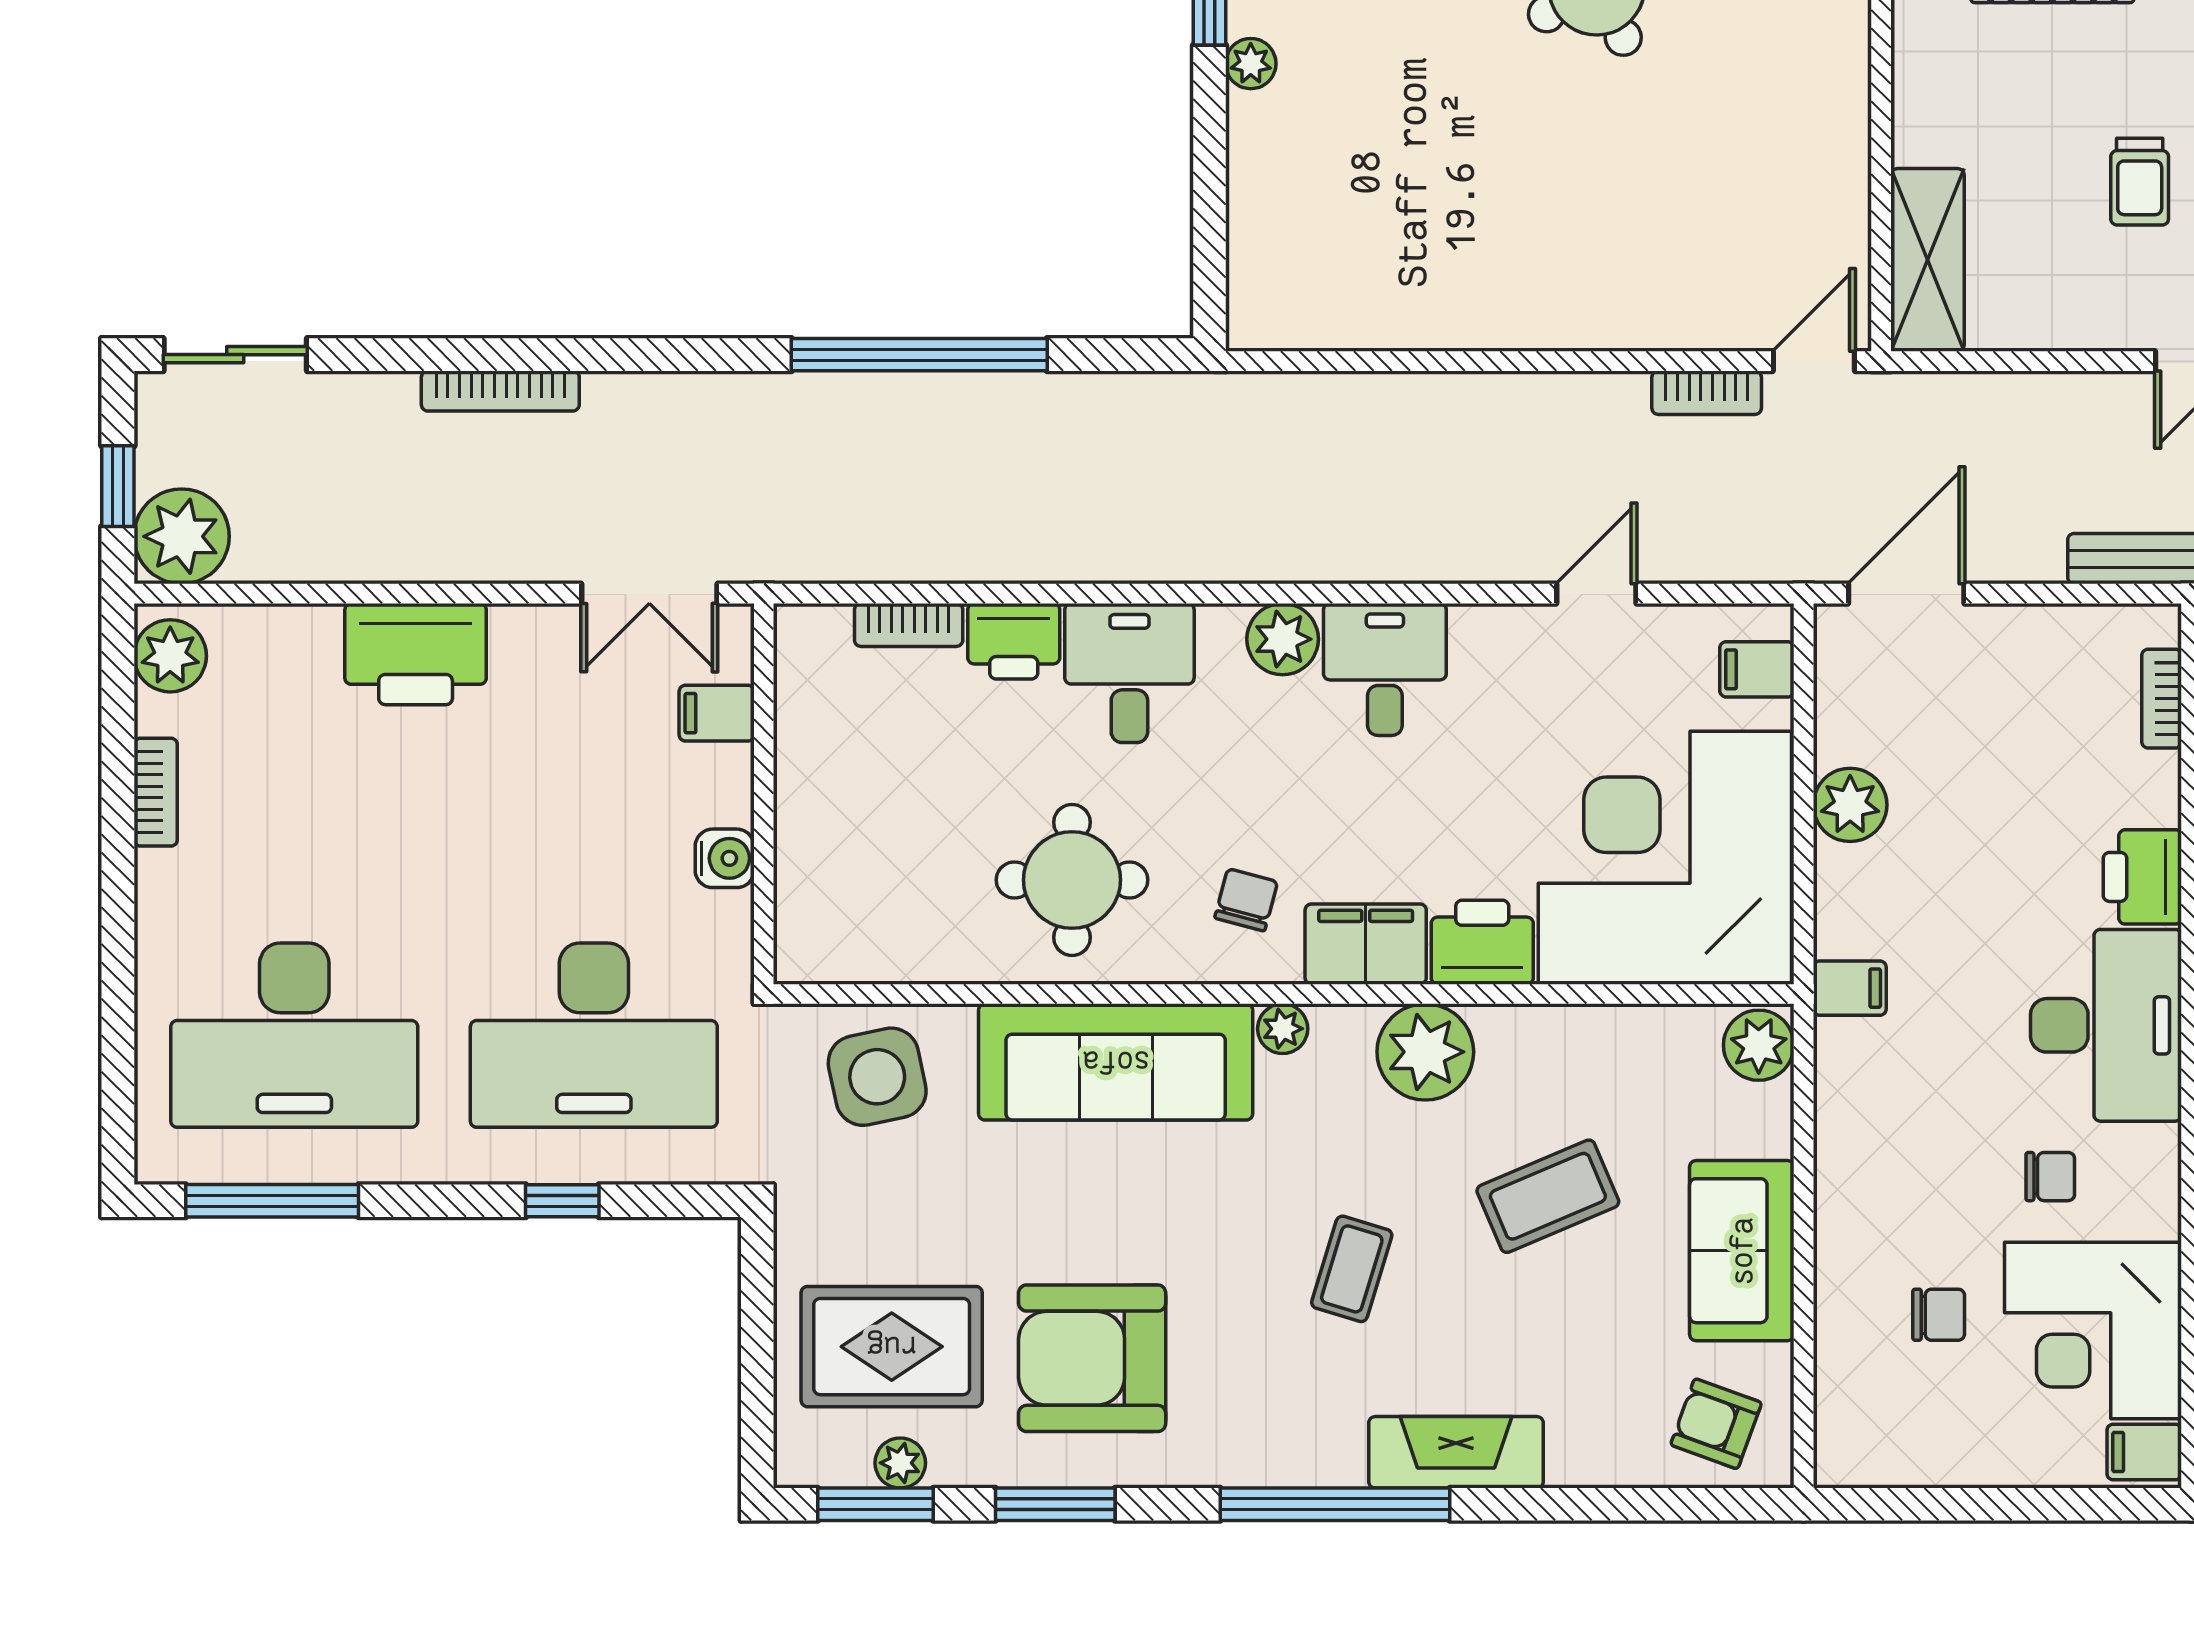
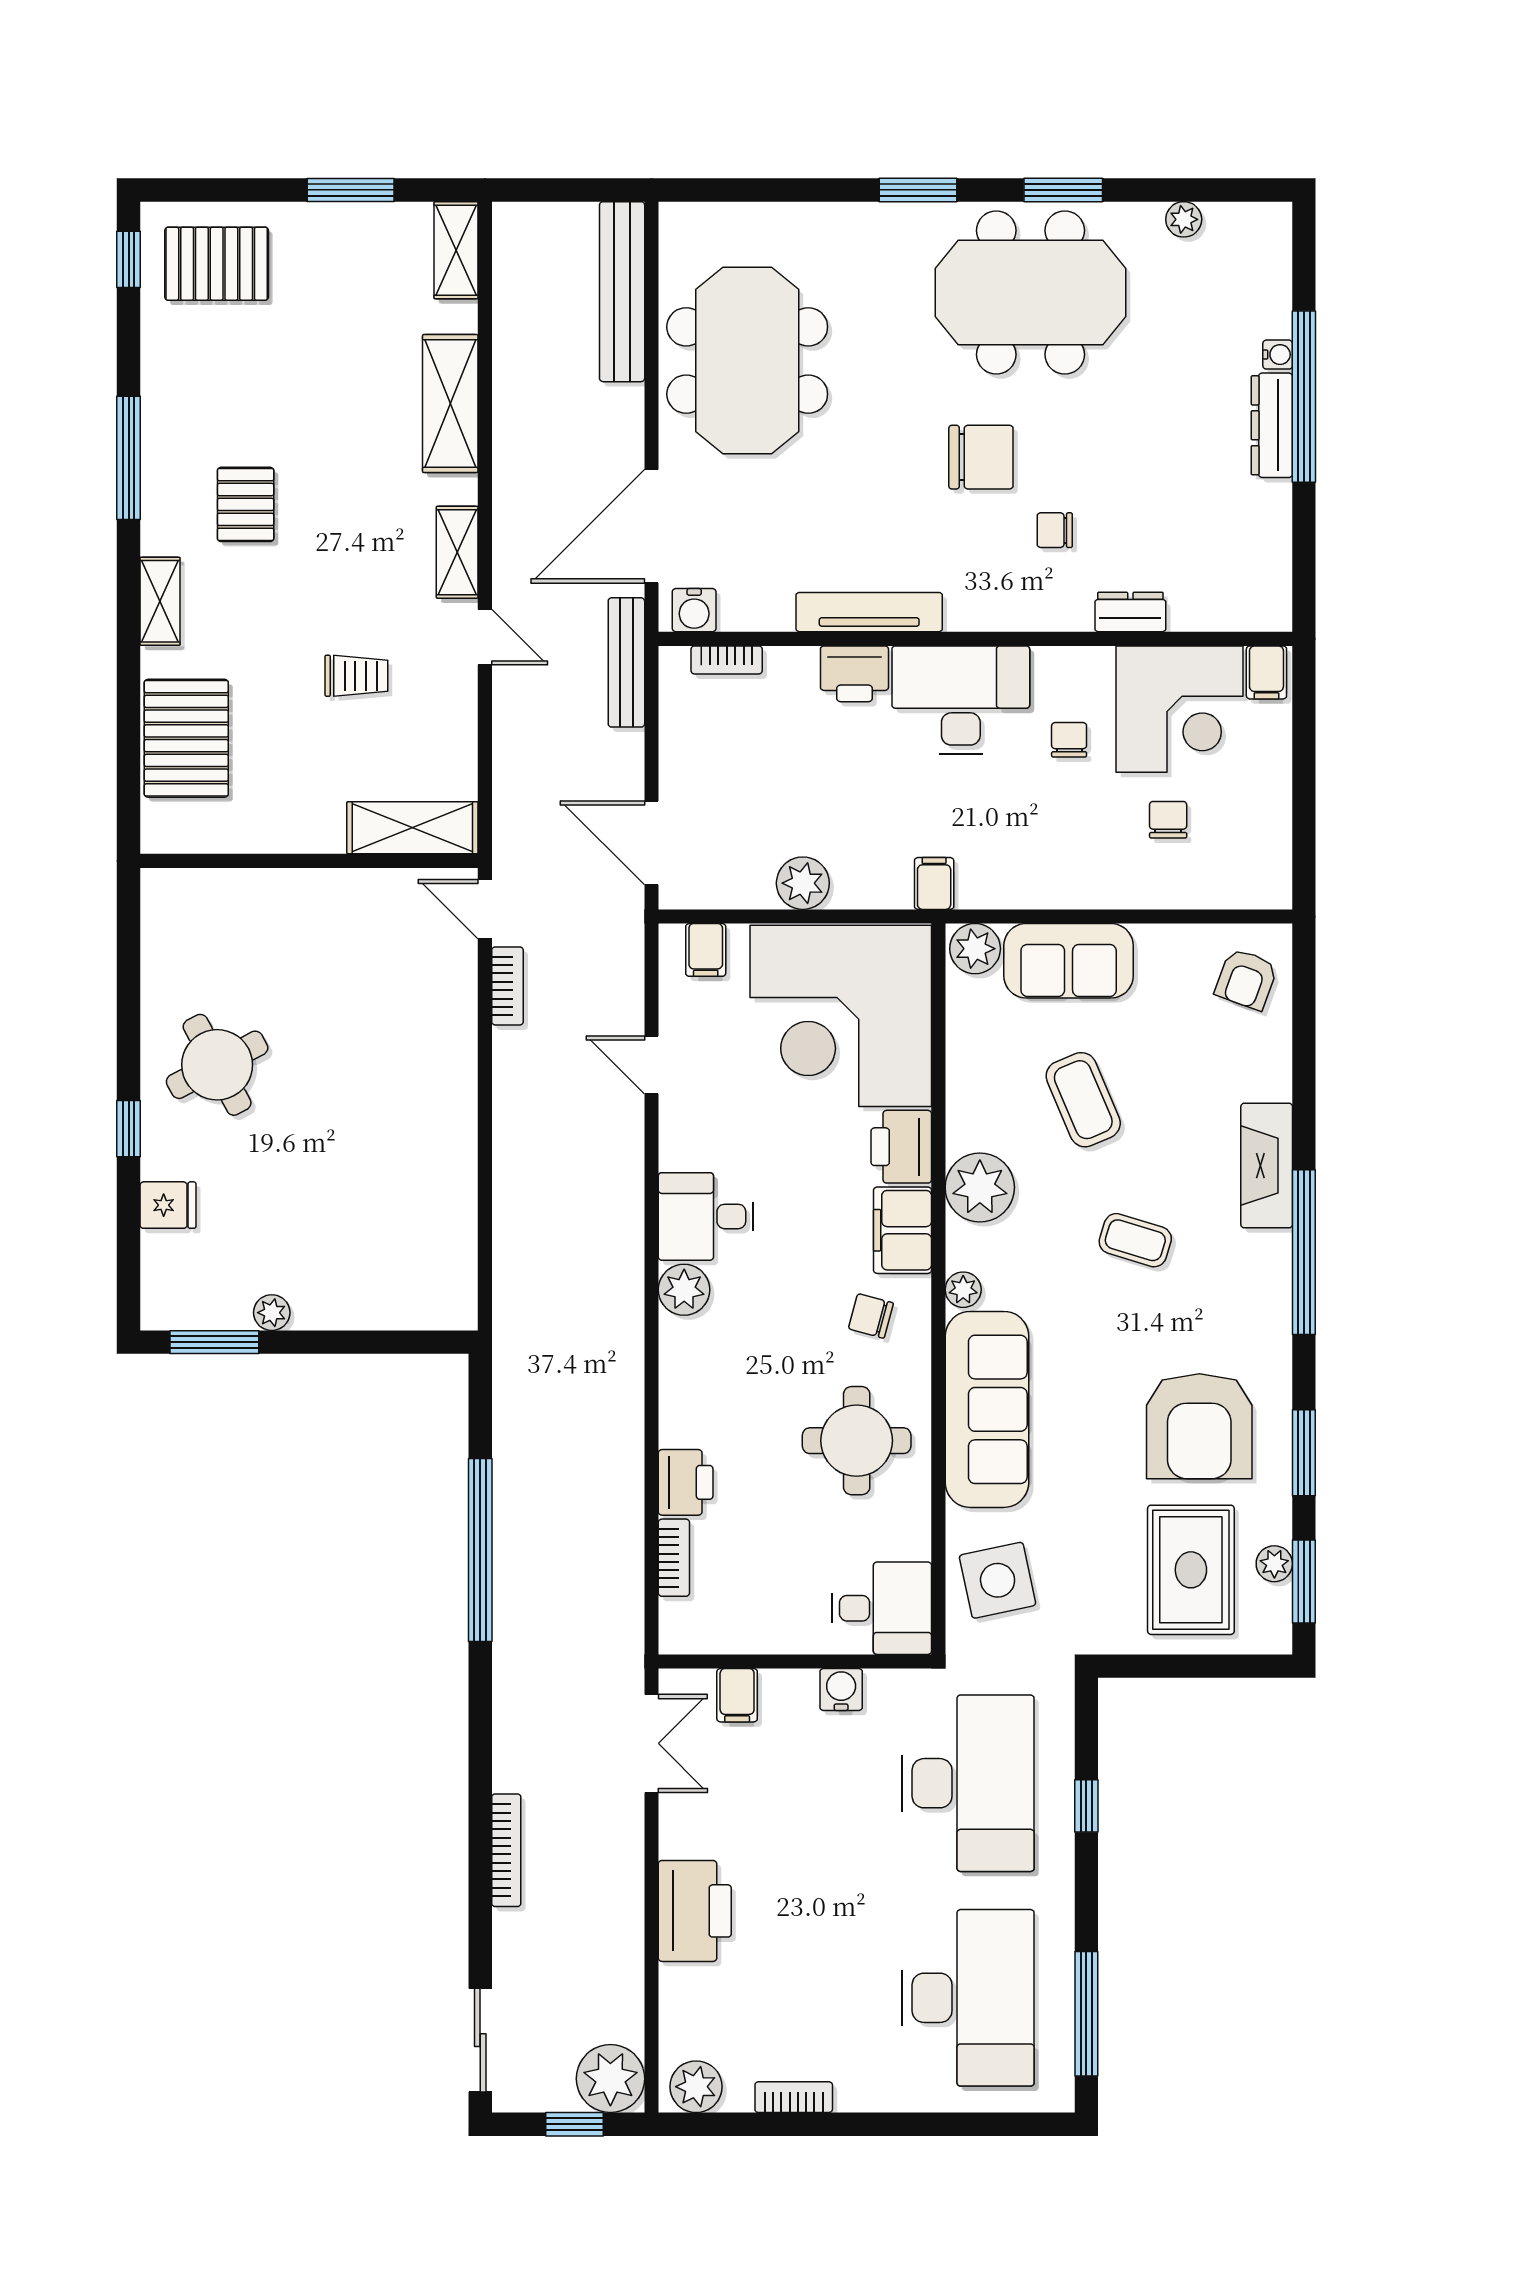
desk: (1129, 673) -> (881, 1608), moved, turned 180
sofa: (1742, 1251) -> (1069, 961), moved

